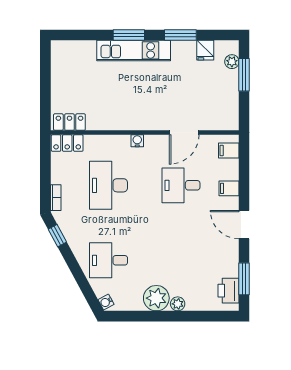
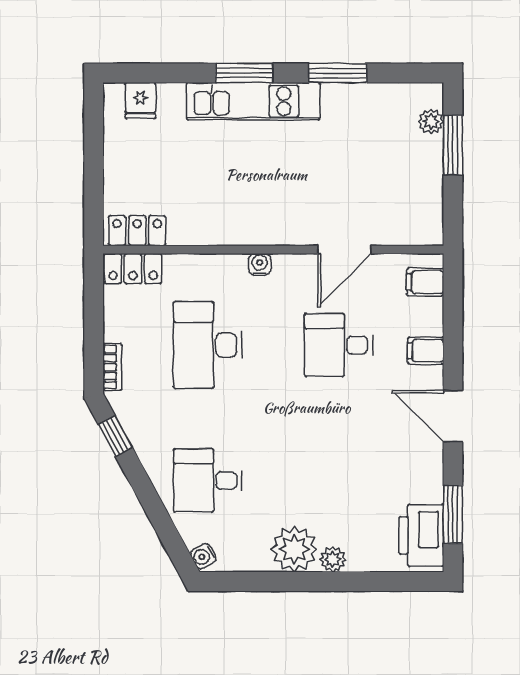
fridge: (205, 50) -> (140, 101), moved
printer: (229, 291) -> (421, 535), width x1.37, depth x1.19

